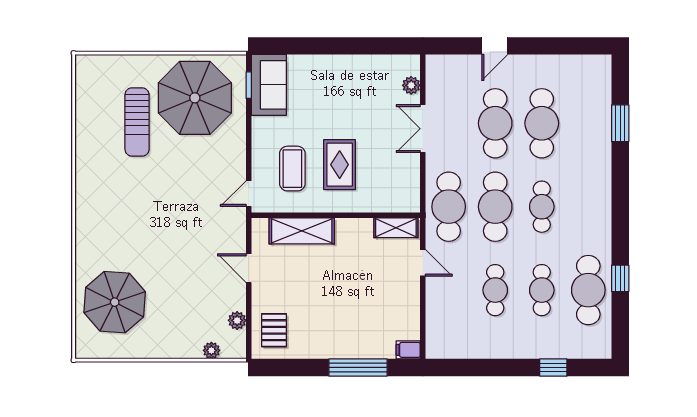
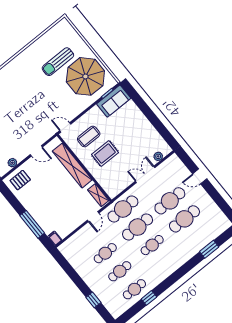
shelving: (302, 231) -> (72, 166), width x1.47
door: (249, 268) -> (36, 151), swing flipped
cafe table: (588, 290) -> (134, 289), width x0.73, depth x0.74

